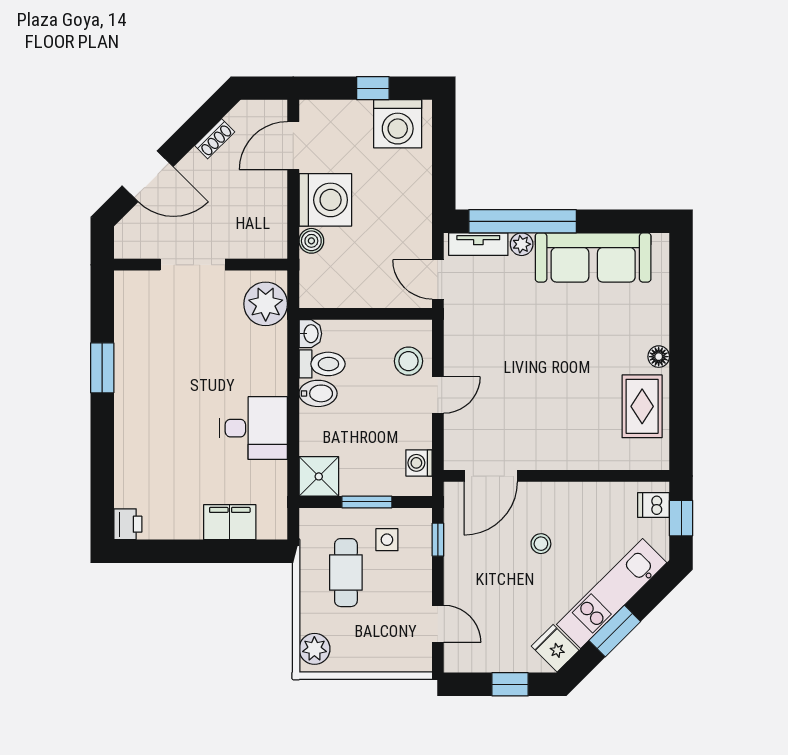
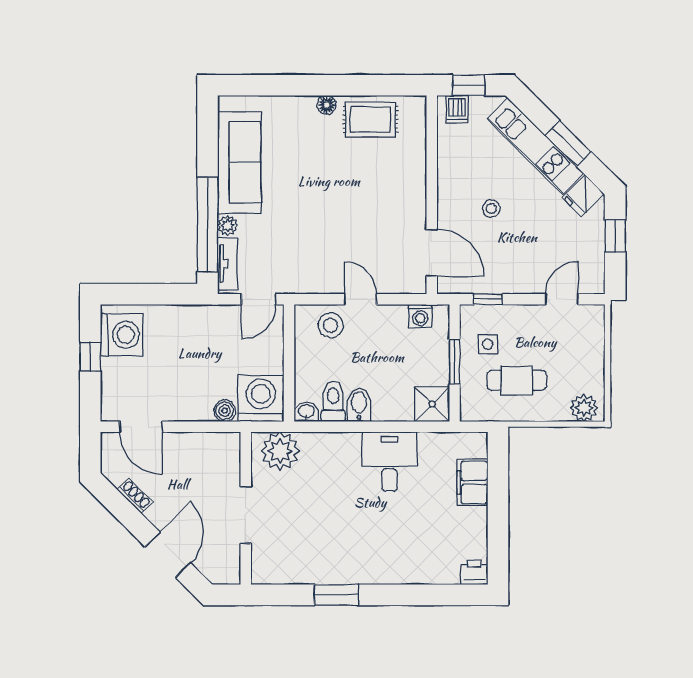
washing machine: (325, 200) -> (261, 398), moved

